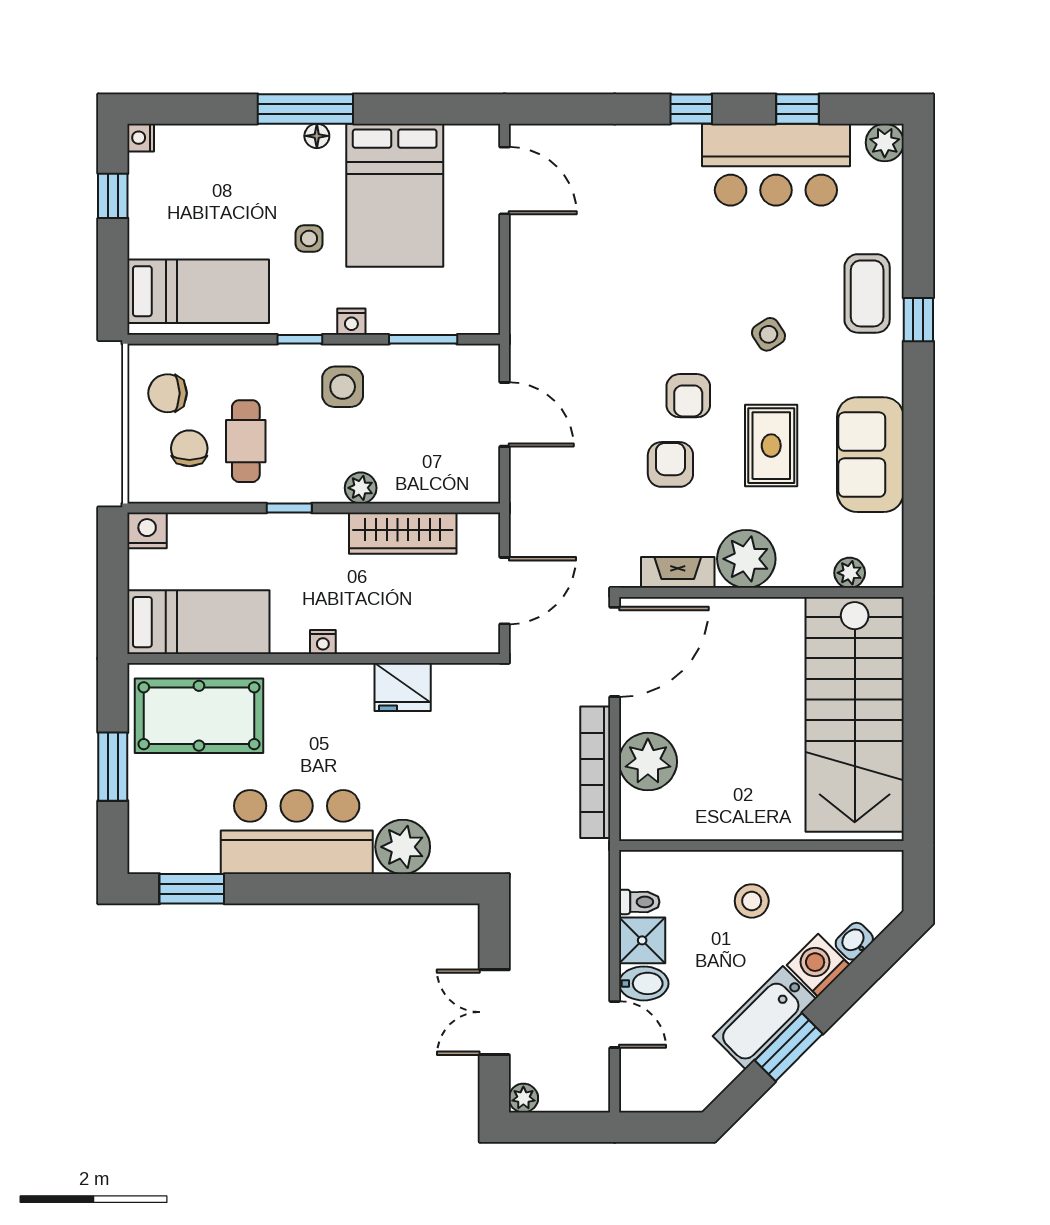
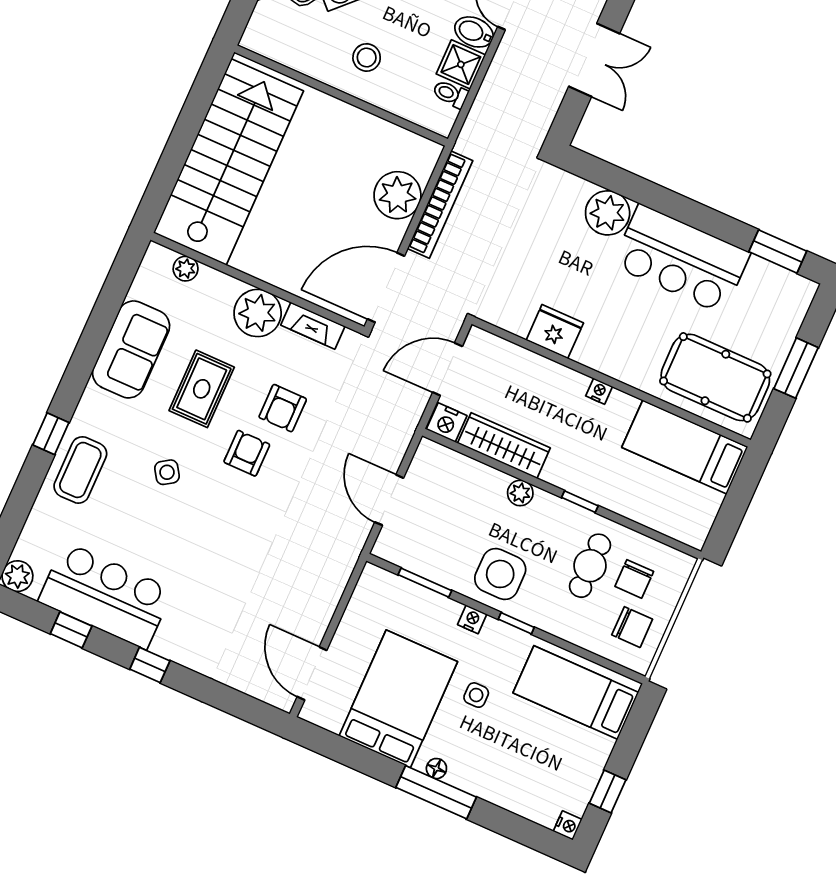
side table: (343, 387) -> (500, 574), width x1.37, depth x1.37
nightstand: (147, 530) -> (447, 422), moved

